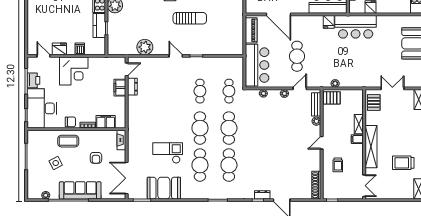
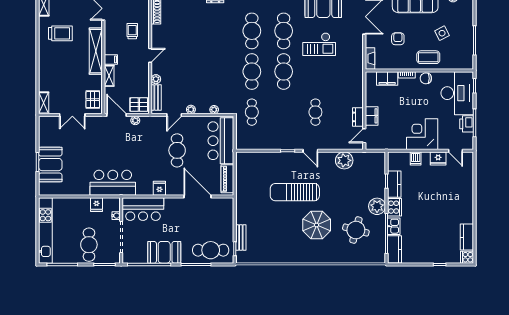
sun lounger: (190, 18) -> (295, 192), width x1.36, depth x1.34
fridge: (329, 22) -> (159, 188), moved
door: (352, 88) -> (117, 115), added
cafe table: (200, 91) -> (315, 112), moved

